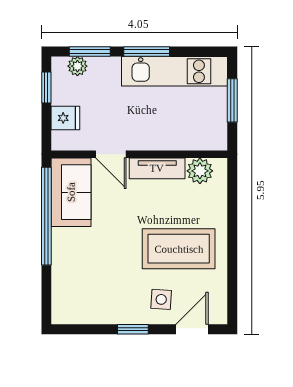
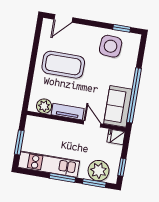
plant: (77, 66) -> (99, 171), width x1.87, depth x1.87
fridge: (65, 118) -> (116, 137), moved
side table: (161, 299) -> (111, 46), moved, width x1.87, depth x1.87
window: (133, 329) -> (122, 28), moved

